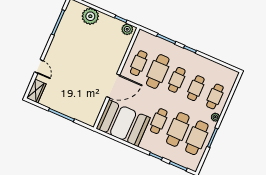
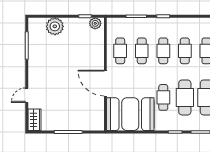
door: (39, 66) -> (27, 95), swing flipped
cafe table: (158, 71) -> (142, 51), width x0.73, depth x0.74
door: (113, 86) -> (105, 83), swing flipped

